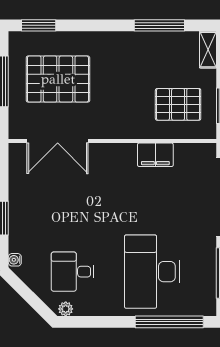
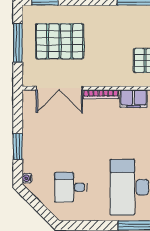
bookcase: (112, 149) -> (101, 94), added
plant: (66, 309) -> (66, 216), removed

